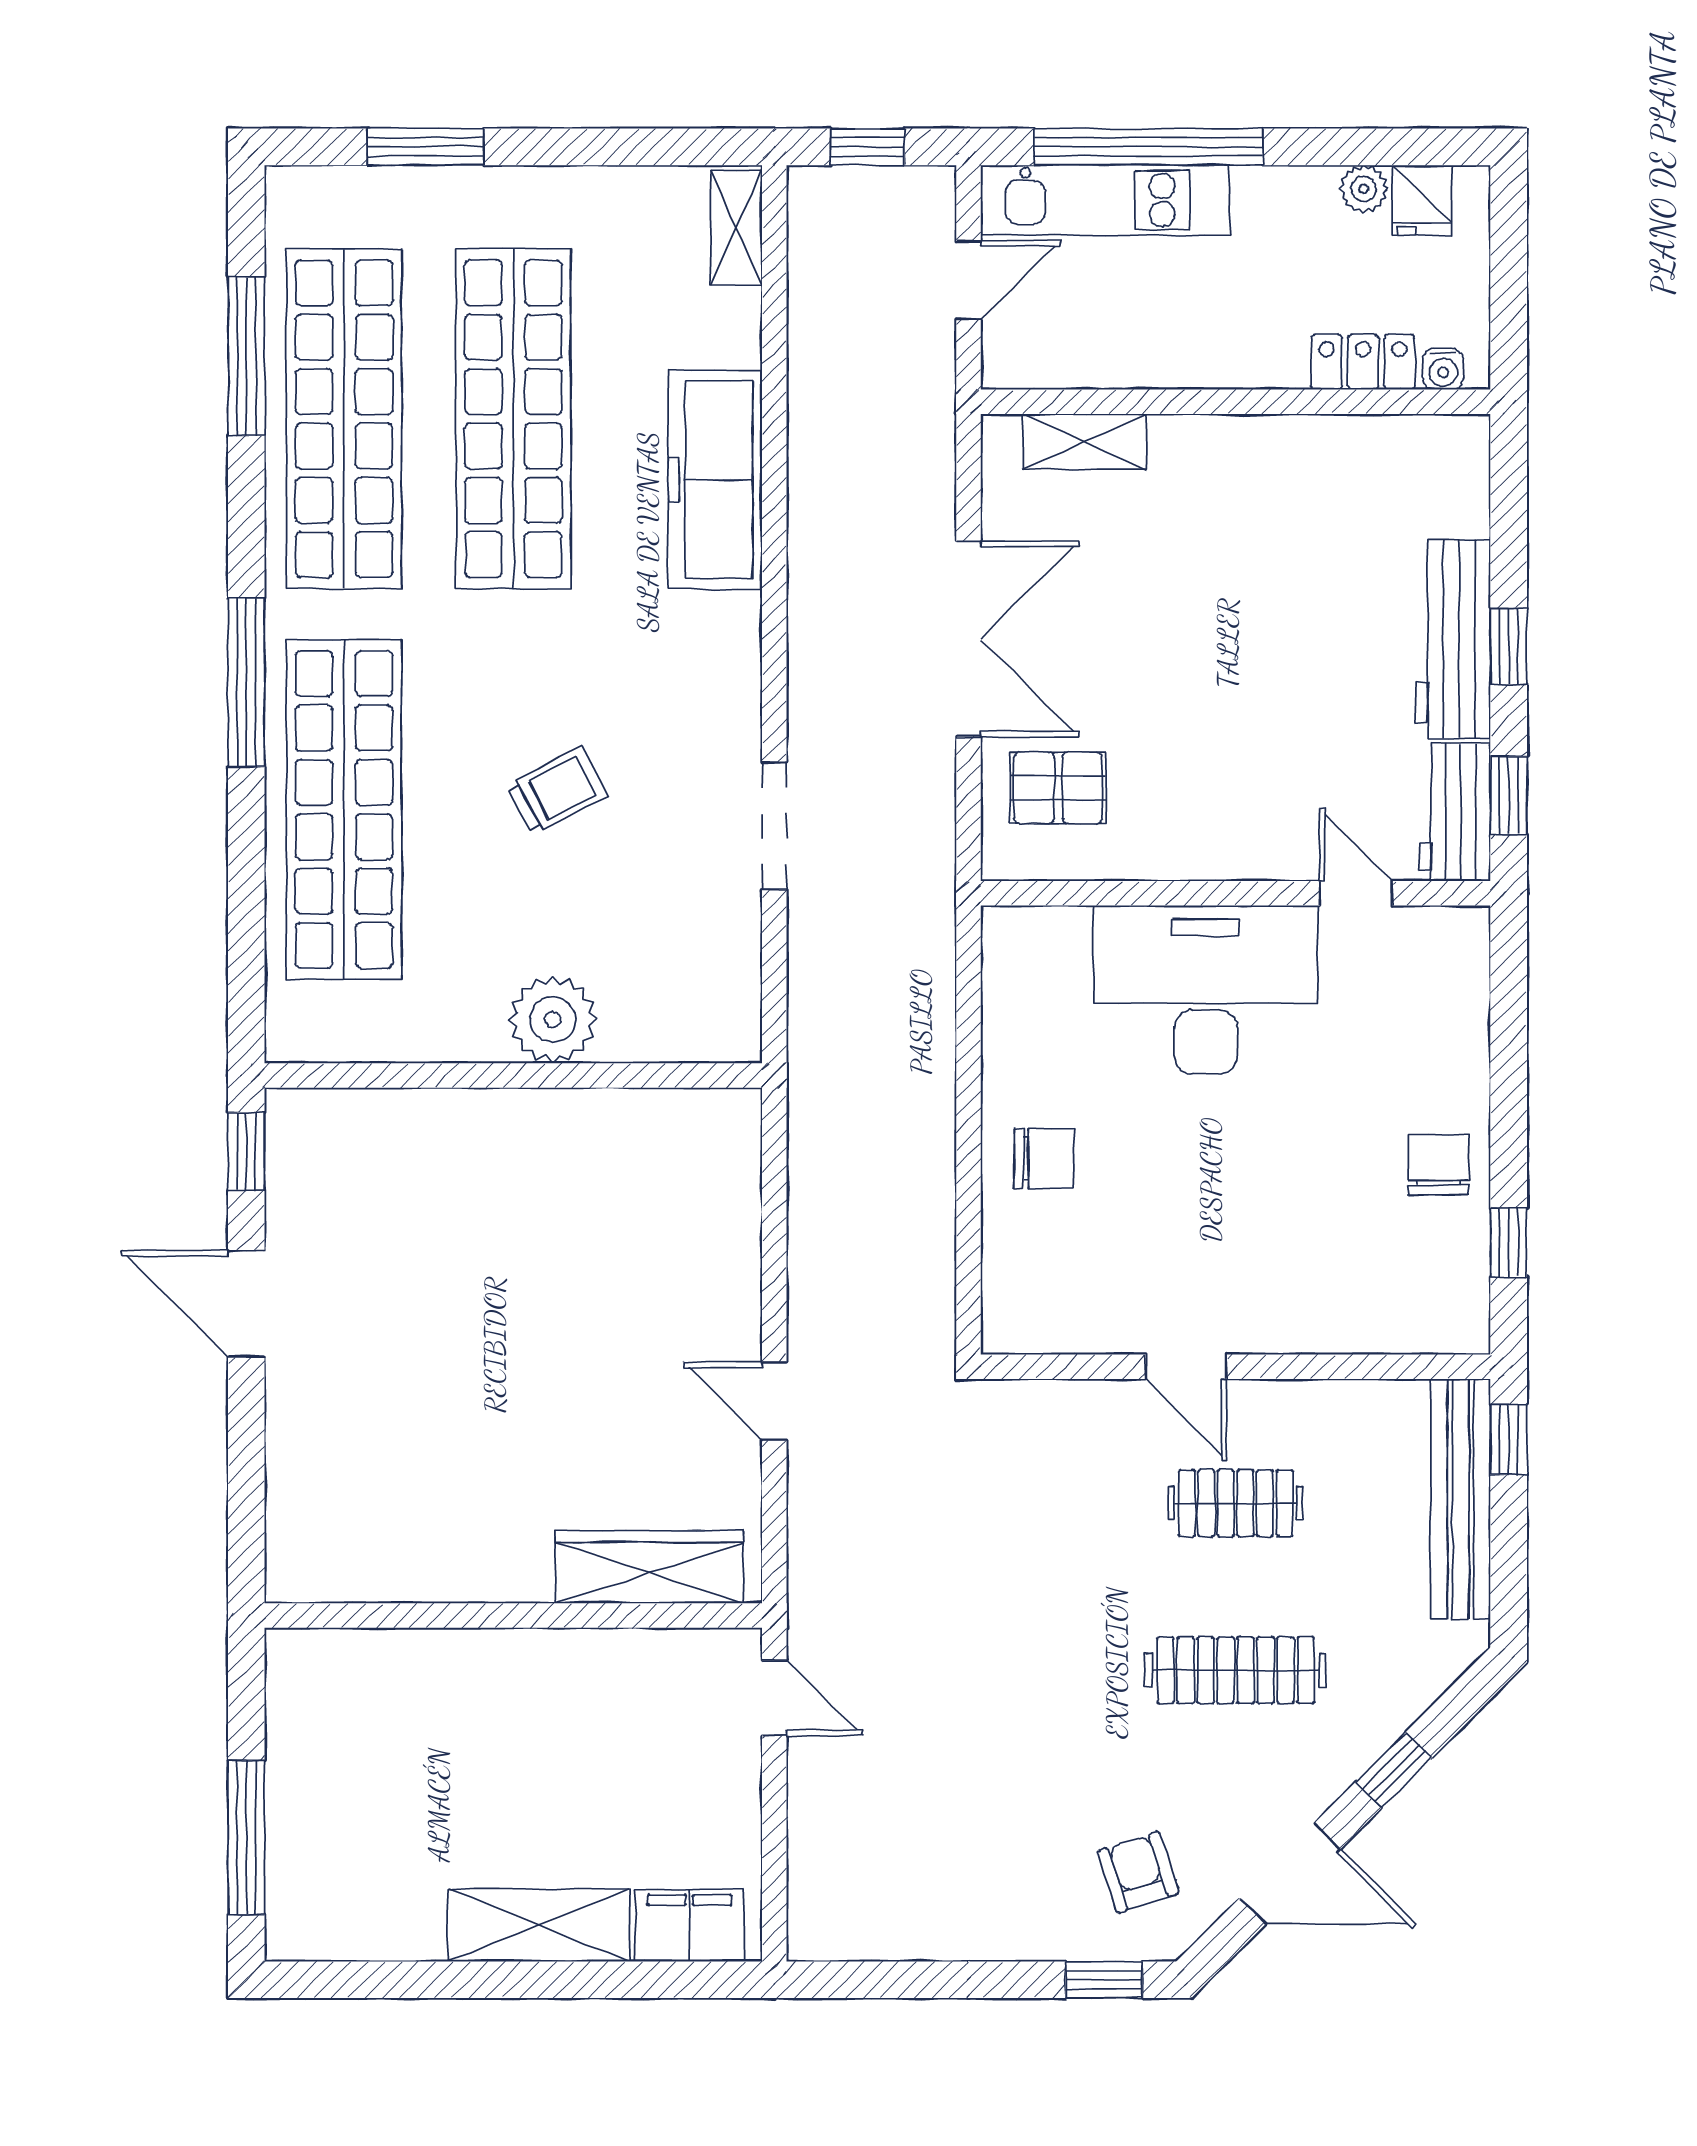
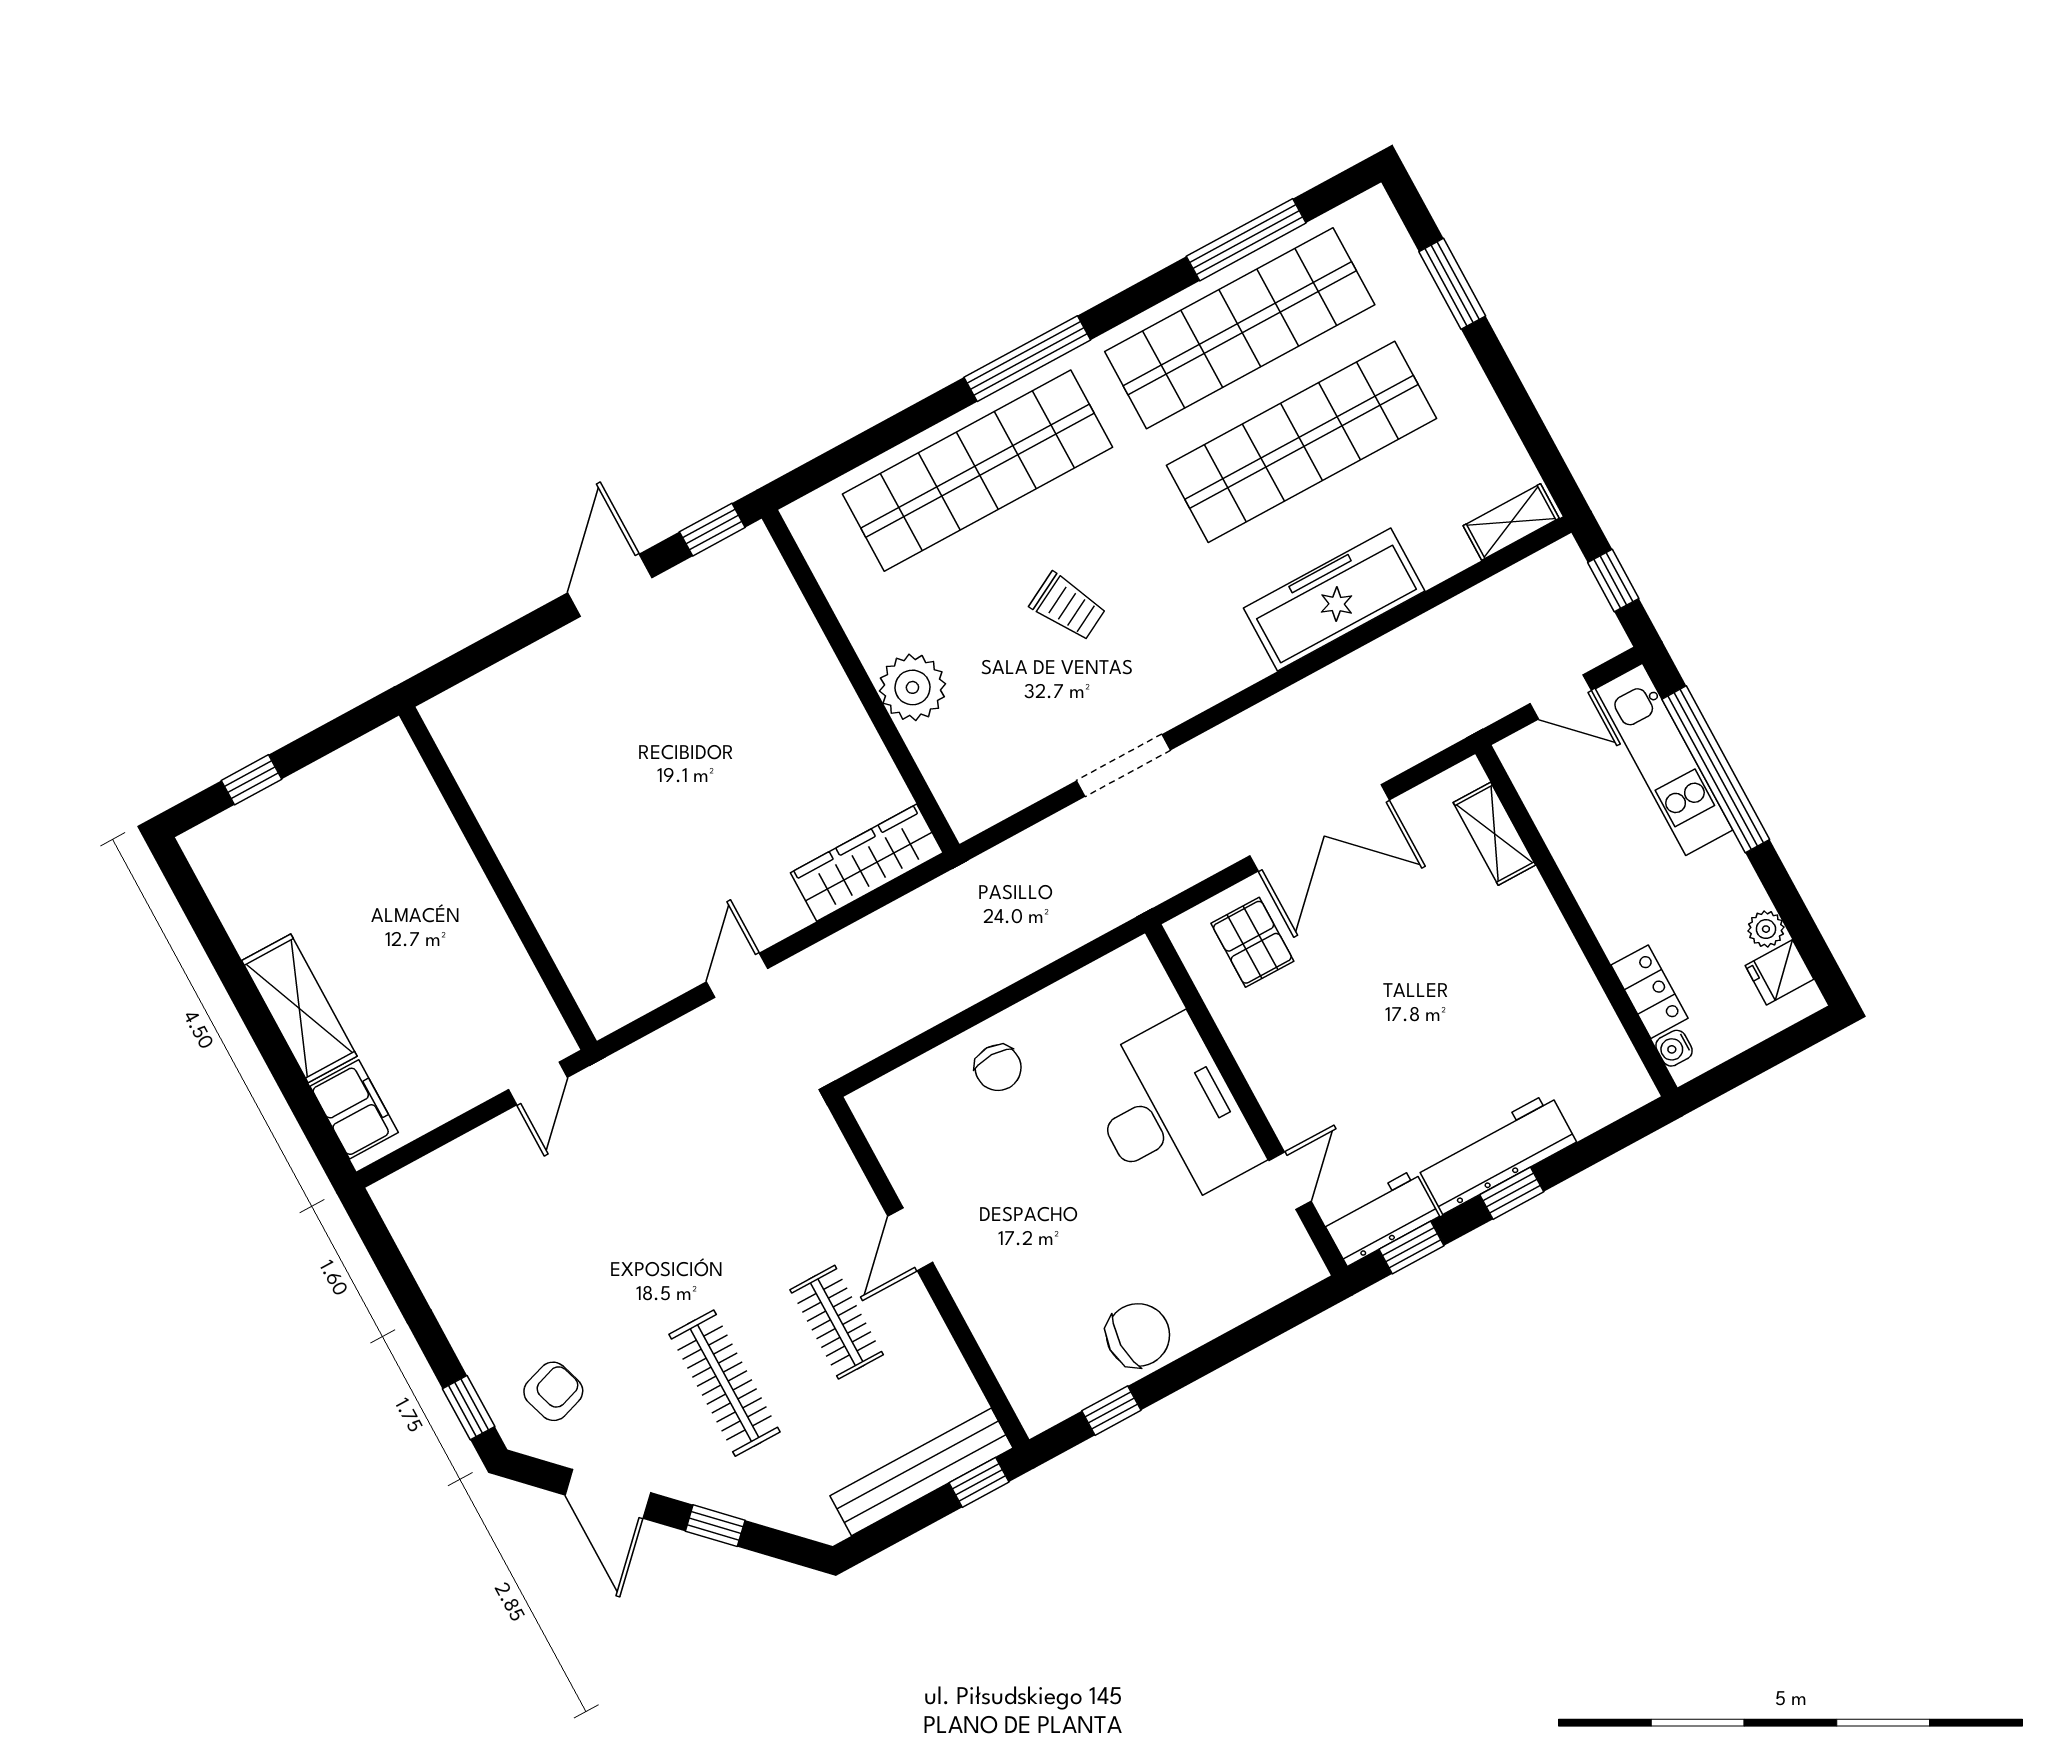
chair: (1438, 1165) -> (1138, 1335), width x1.37, depth x1.37
wardrobe: (649, 1567) -> (867, 863), moved, turned -90
window: (246, 1837) -> (251, 780), width x0.46

